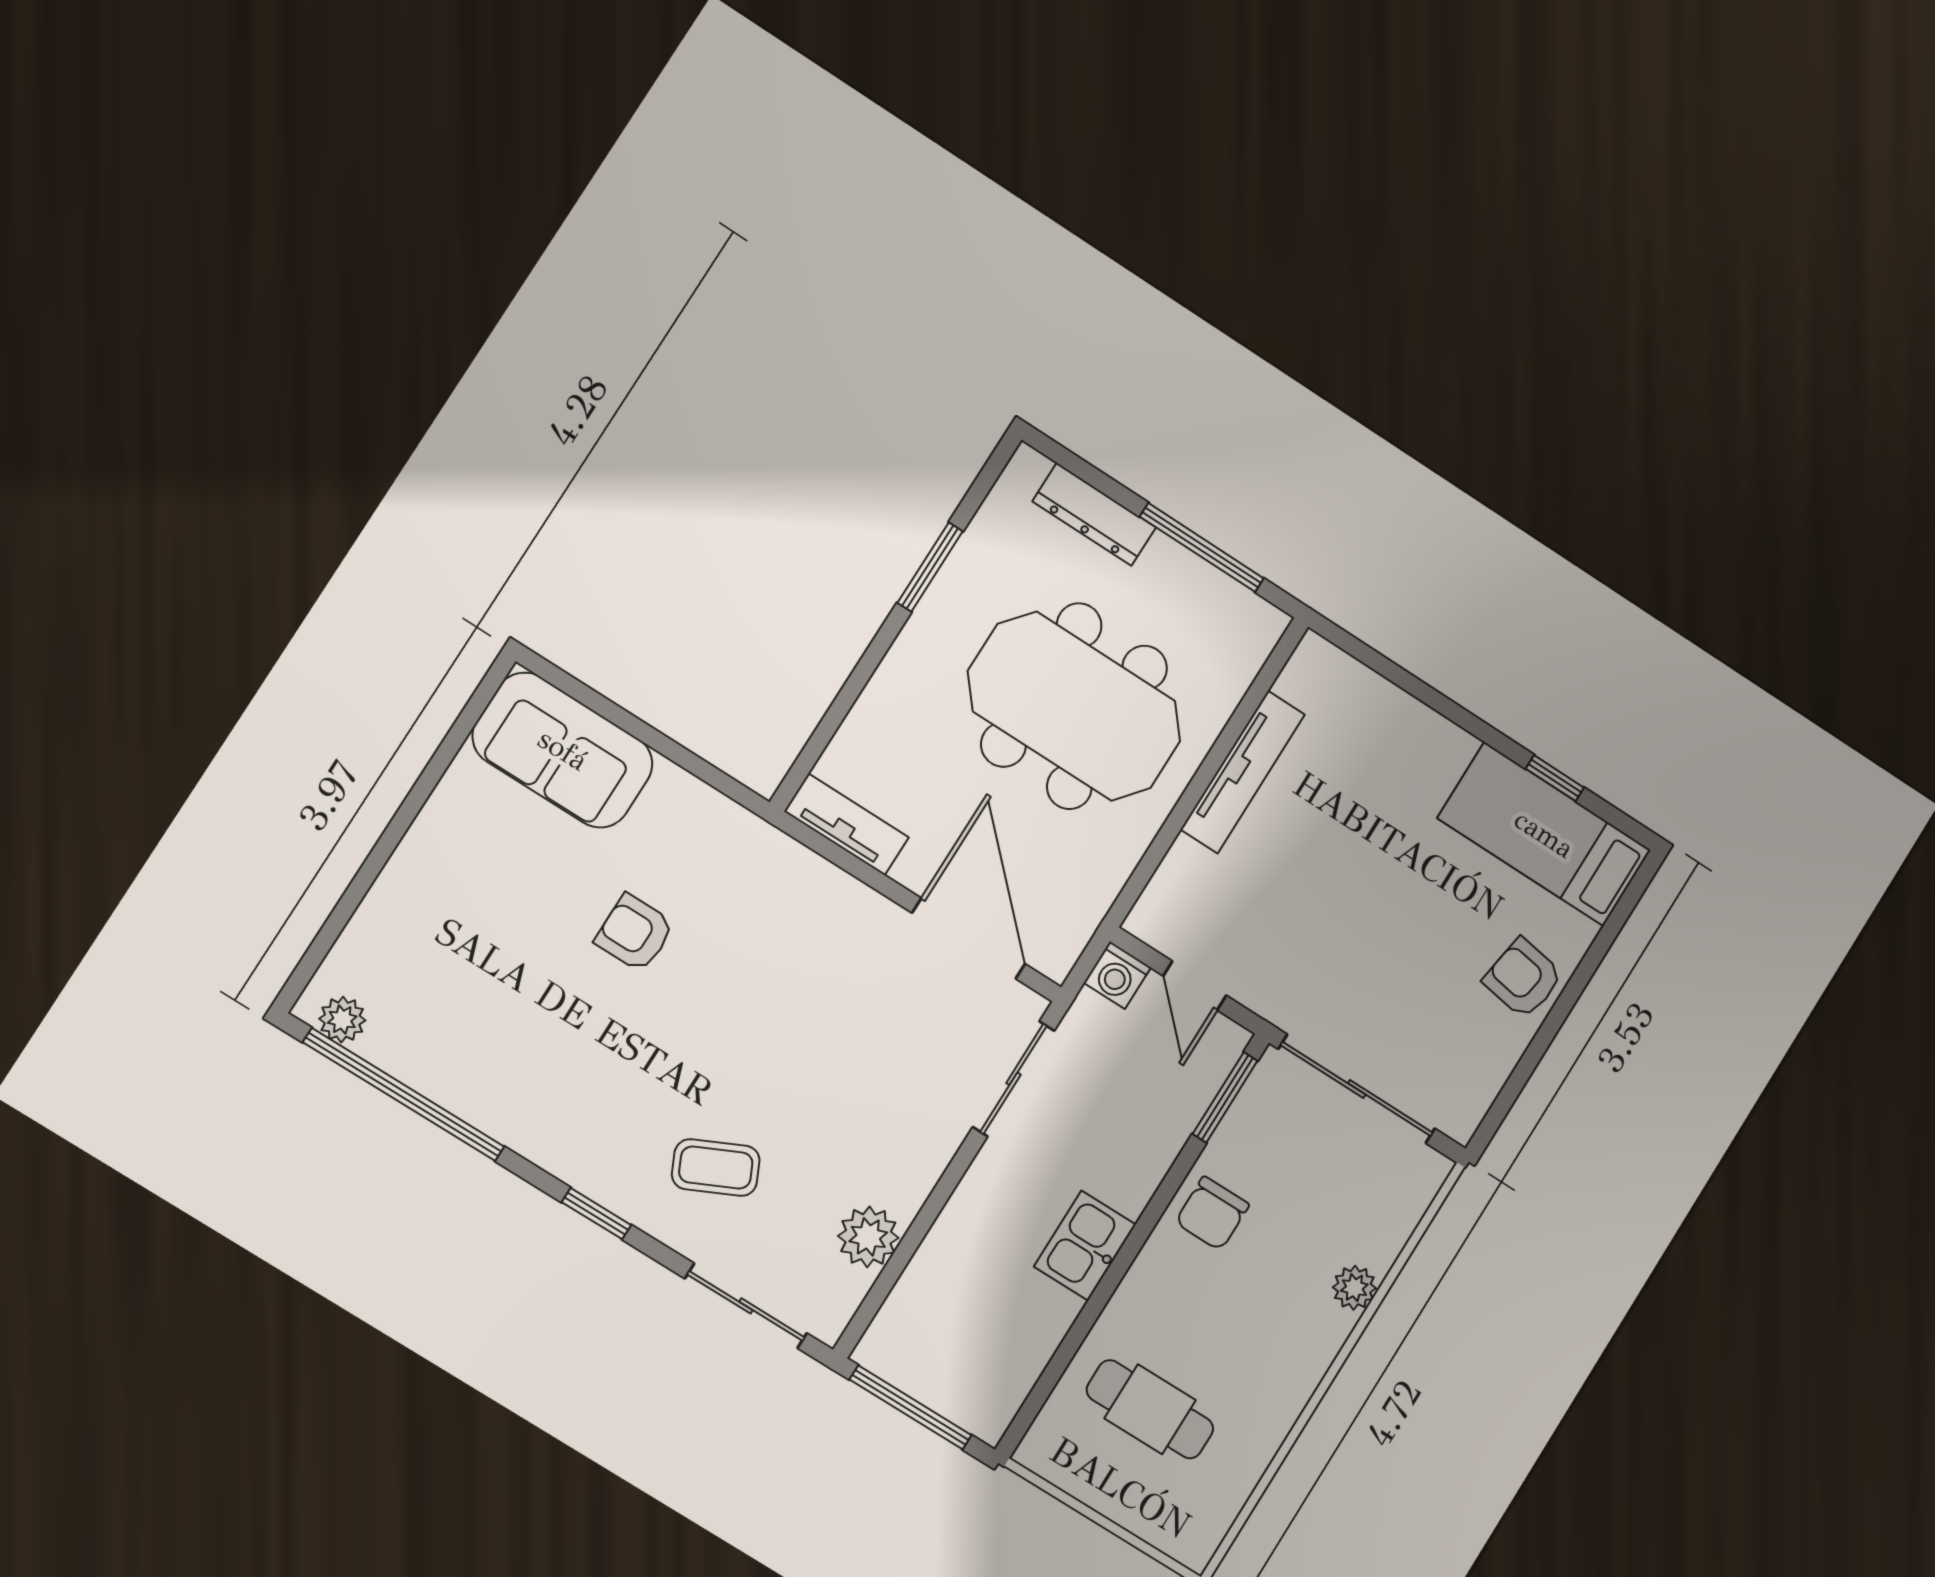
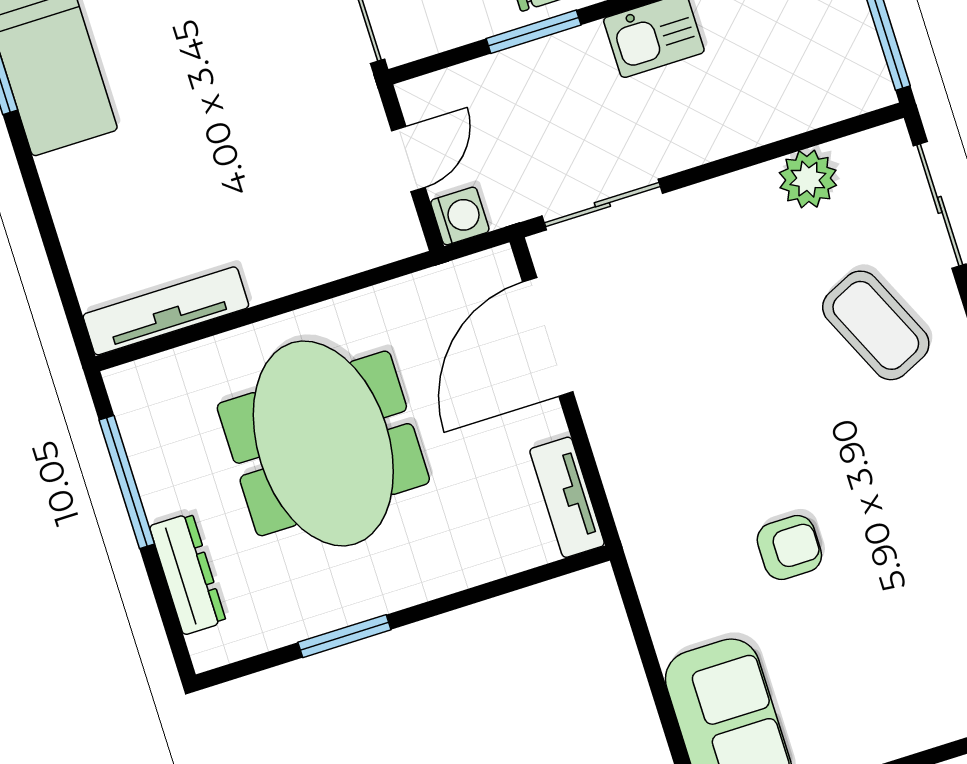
tv unit: (1243, 772) -> (166, 311), moved
armchair: (635, 933) -> (789, 547), turned -90
window: (1225, 1097) -> (534, 32), moved
coffee table: (716, 1168) -> (876, 325), width x1.36, depth x1.30

